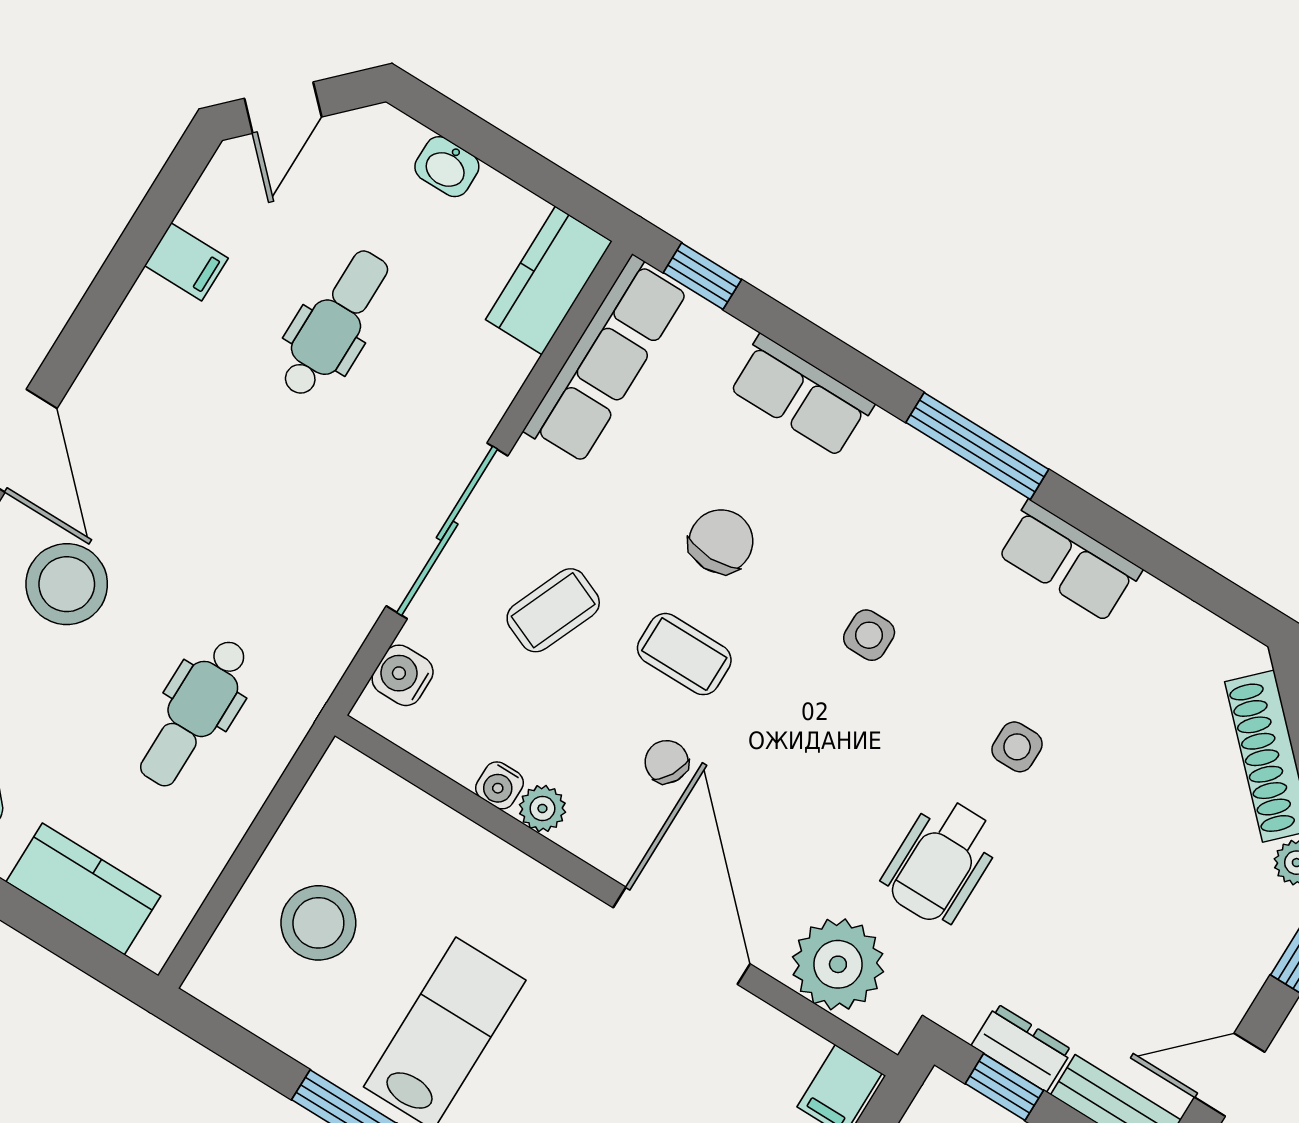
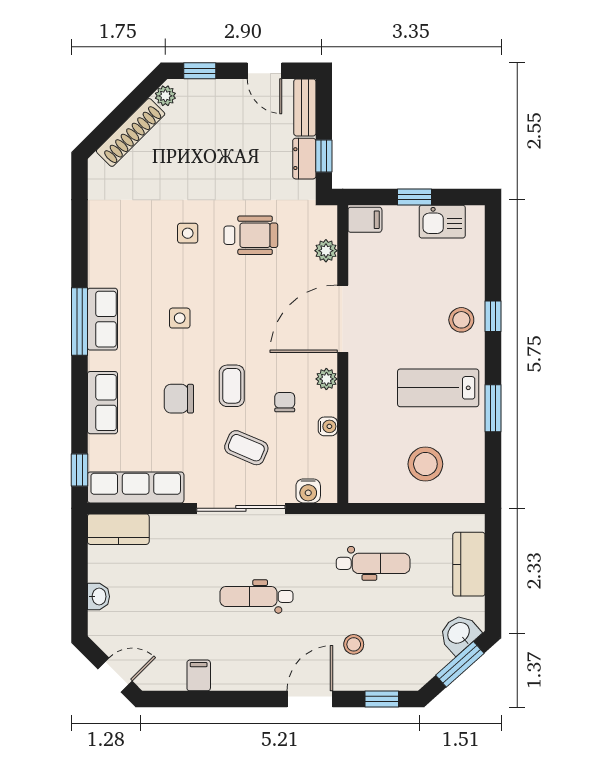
dental chair: (334, 324) -> (256, 596), moved
row of seats: (1069, 561) -> (102, 319), moved
stool: (67, 584) -> (354, 644), width x0.53, depth x0.53
chair: (667, 762) -> (285, 402), moved, turned 151
plant: (542, 808) -> (326, 379), moved
plant: (838, 964) -> (326, 251), width x0.53, depth x0.53

